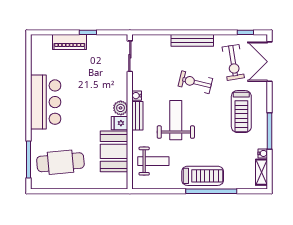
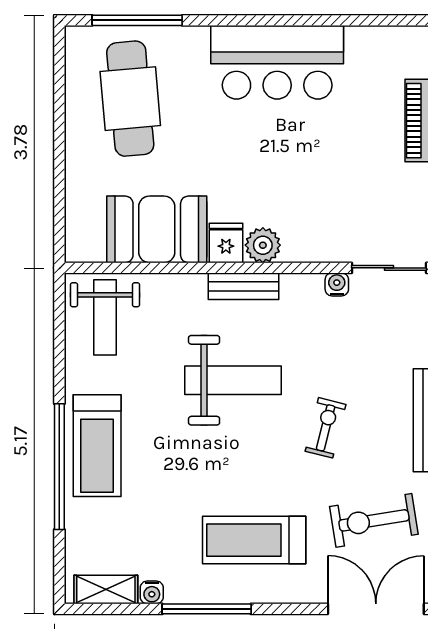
exercise bike: (195, 82) -> (326, 428), width x0.73, depth x0.72
water cooler: (137, 96) -> (337, 284), moved
weight bench: (153, 161) -> (105, 317), moved

